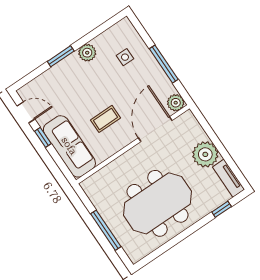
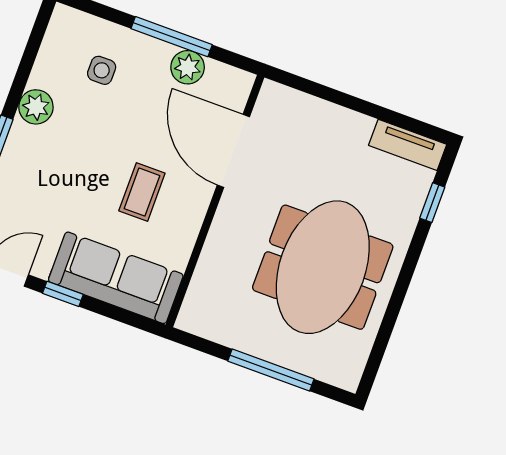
plant: (176, 103) -> (188, 67), moved
plant: (205, 154) -> (343, 133), removed

